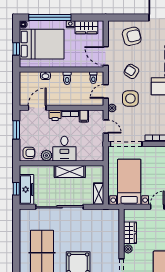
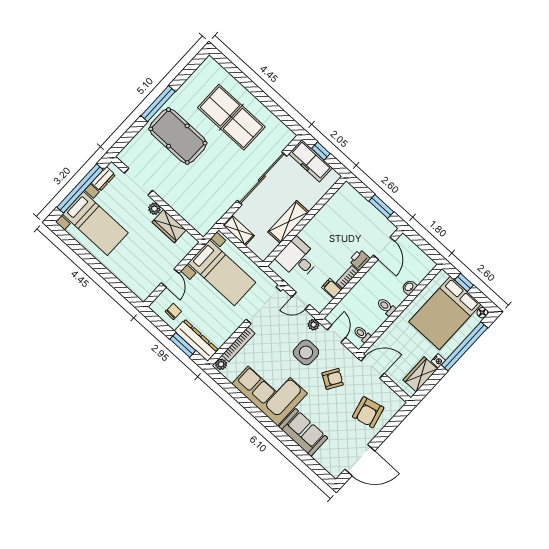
desk: (64, 149) -> (298, 259), moved
armchair: (29, 153) -> (346, 198), removed
plant: (46, 155) -> (327, 213), removed

